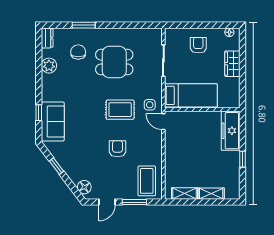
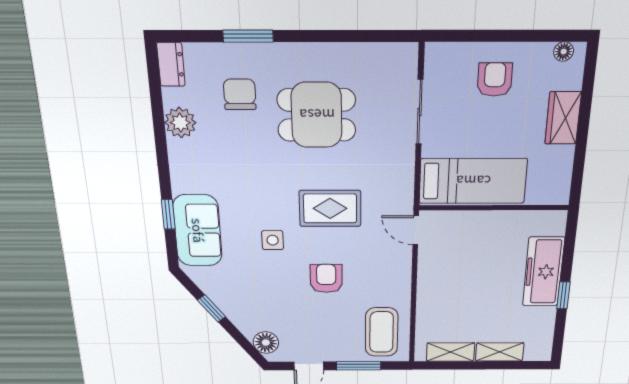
side table: (150, 105) -> (273, 240), moved
freezer: (231, 131) -> (543, 272), moved

